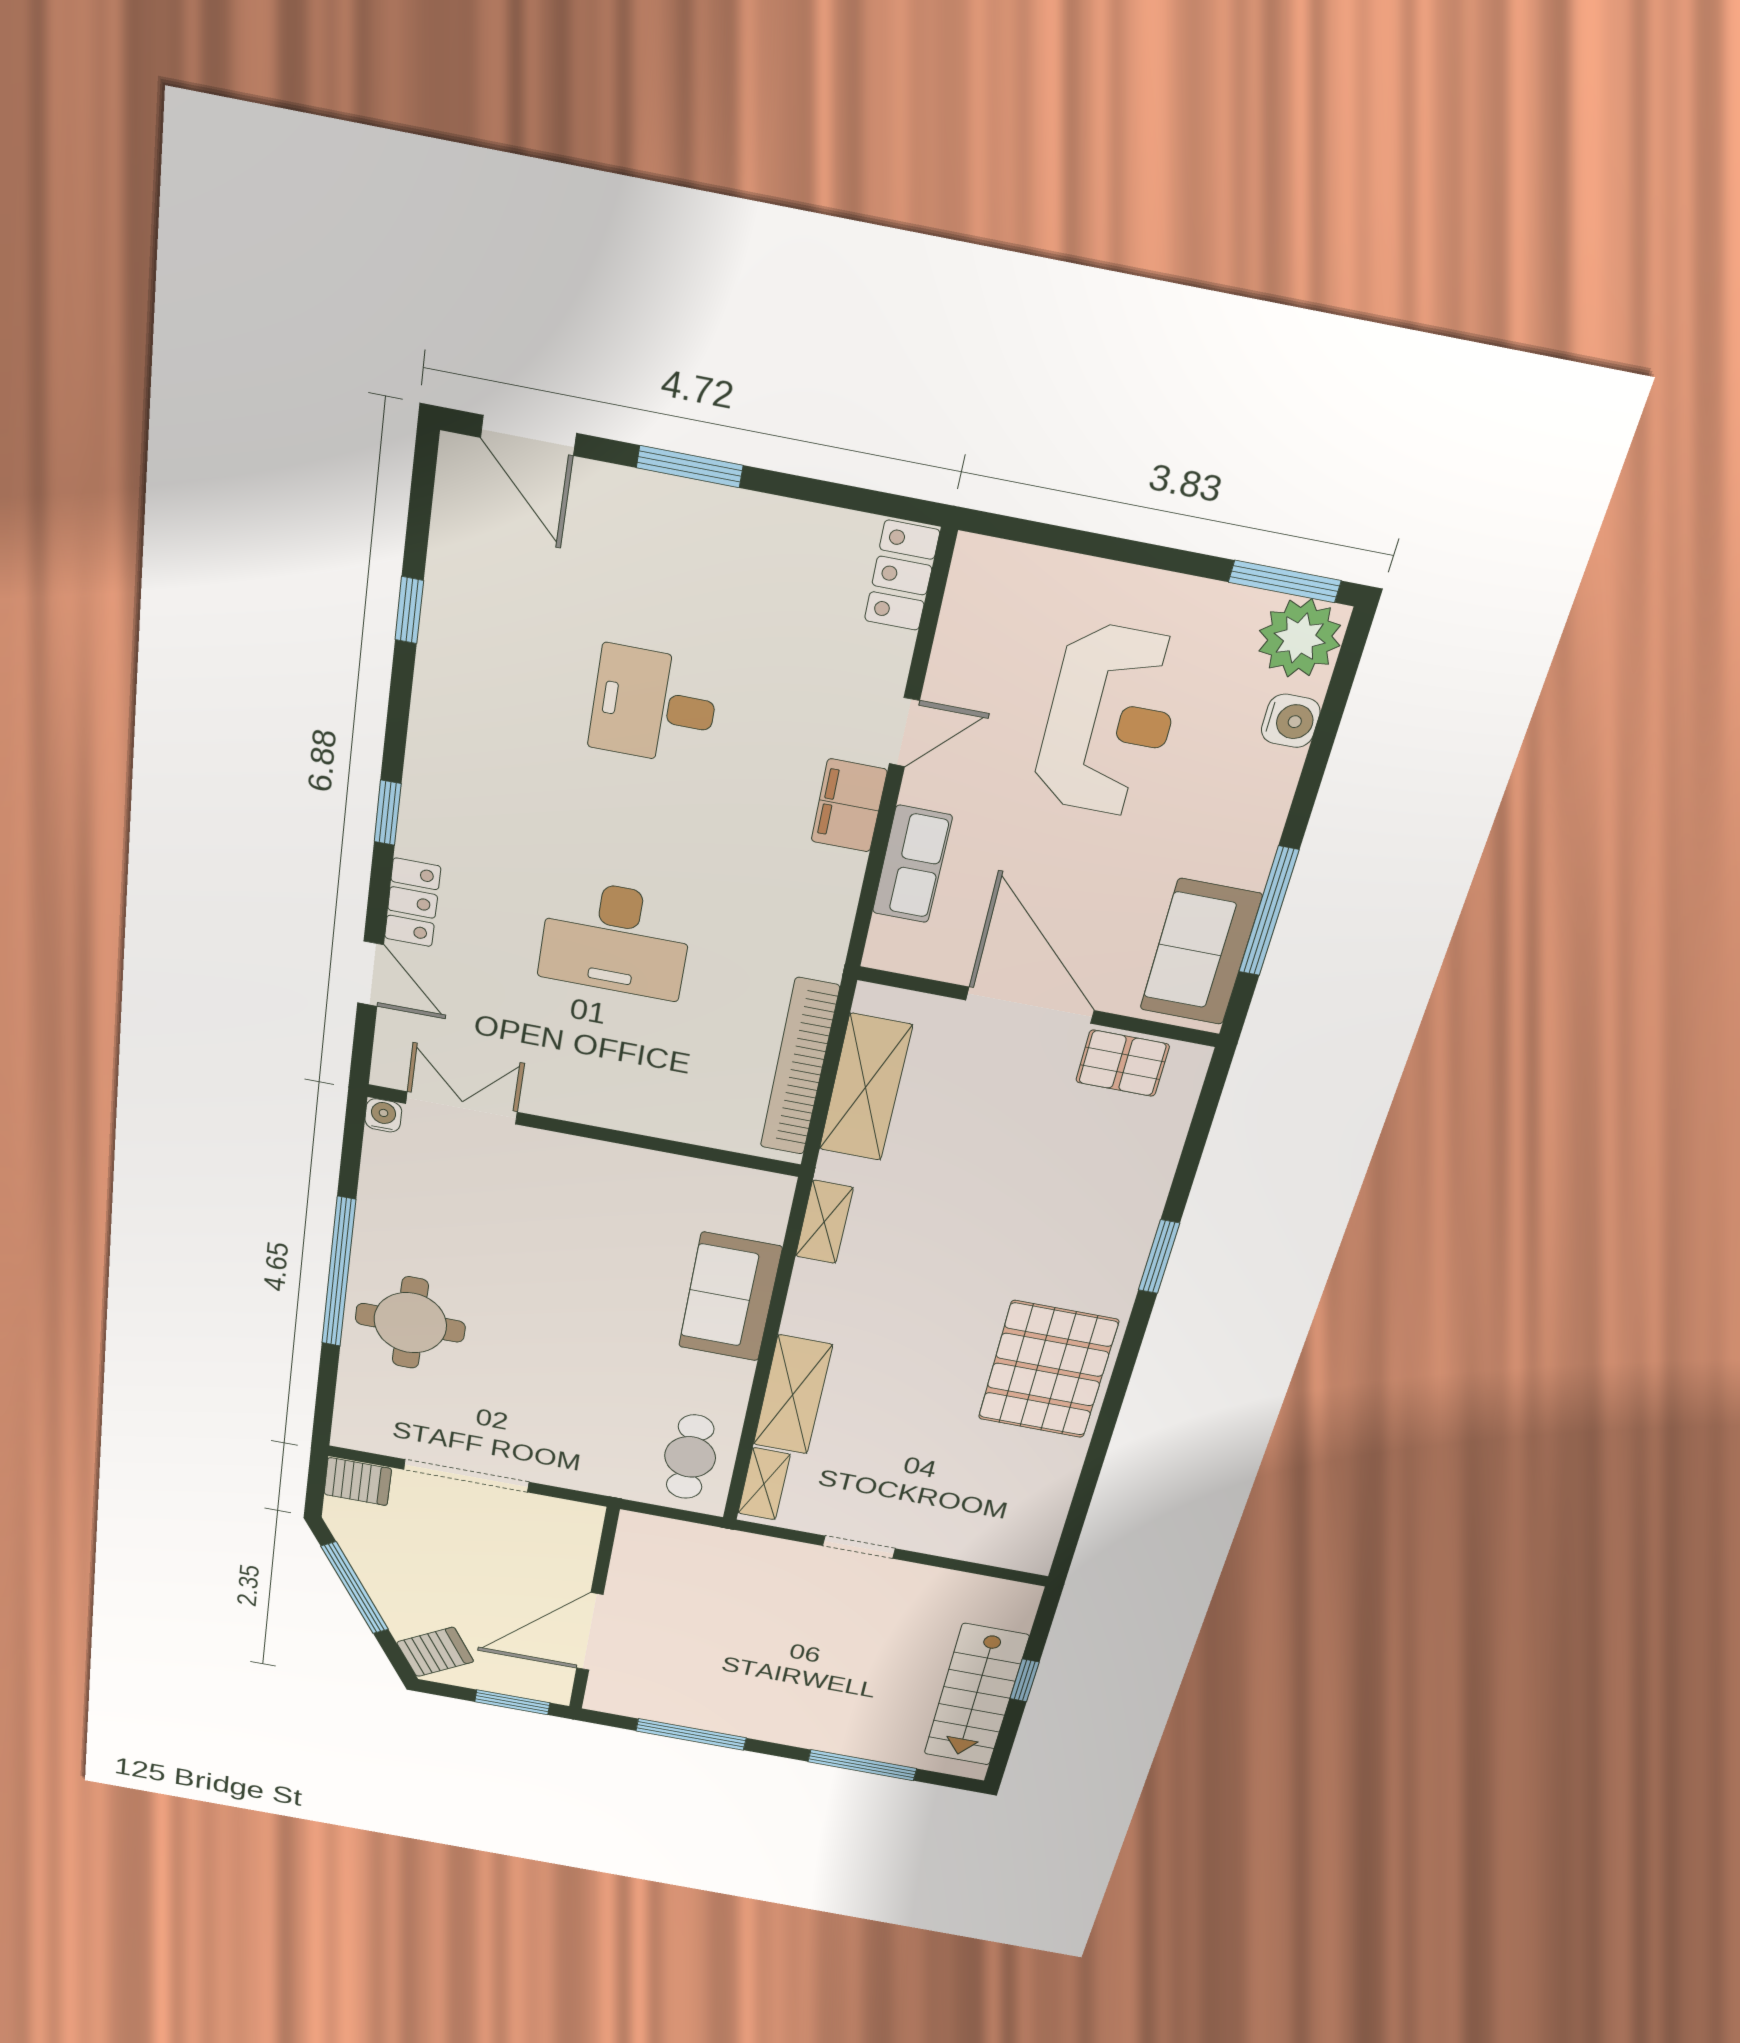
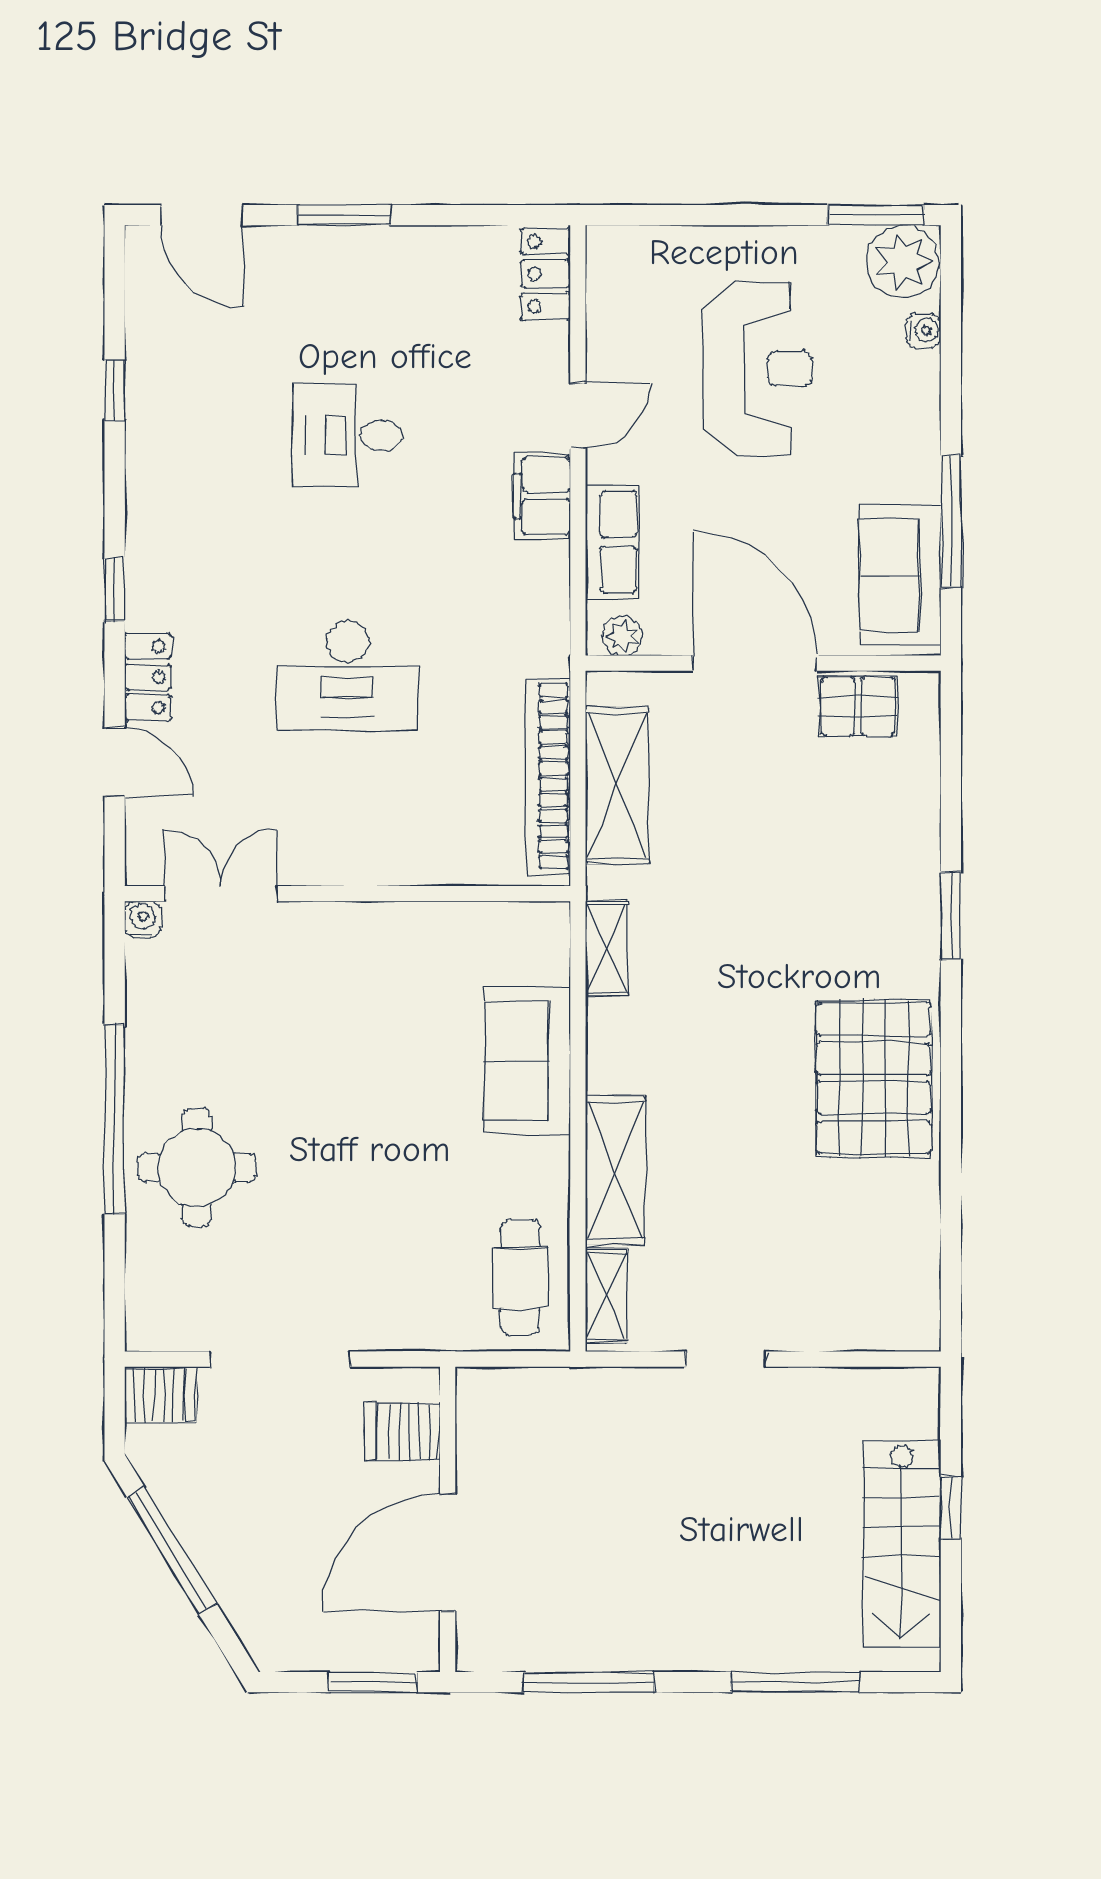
water cooler: (1291, 721) -> (924, 330), width x0.72, depth x0.72
plant: (902, 955) -> (622, 636), added
server rack: (435, 1652) -> (402, 1431), moved, turned -148

